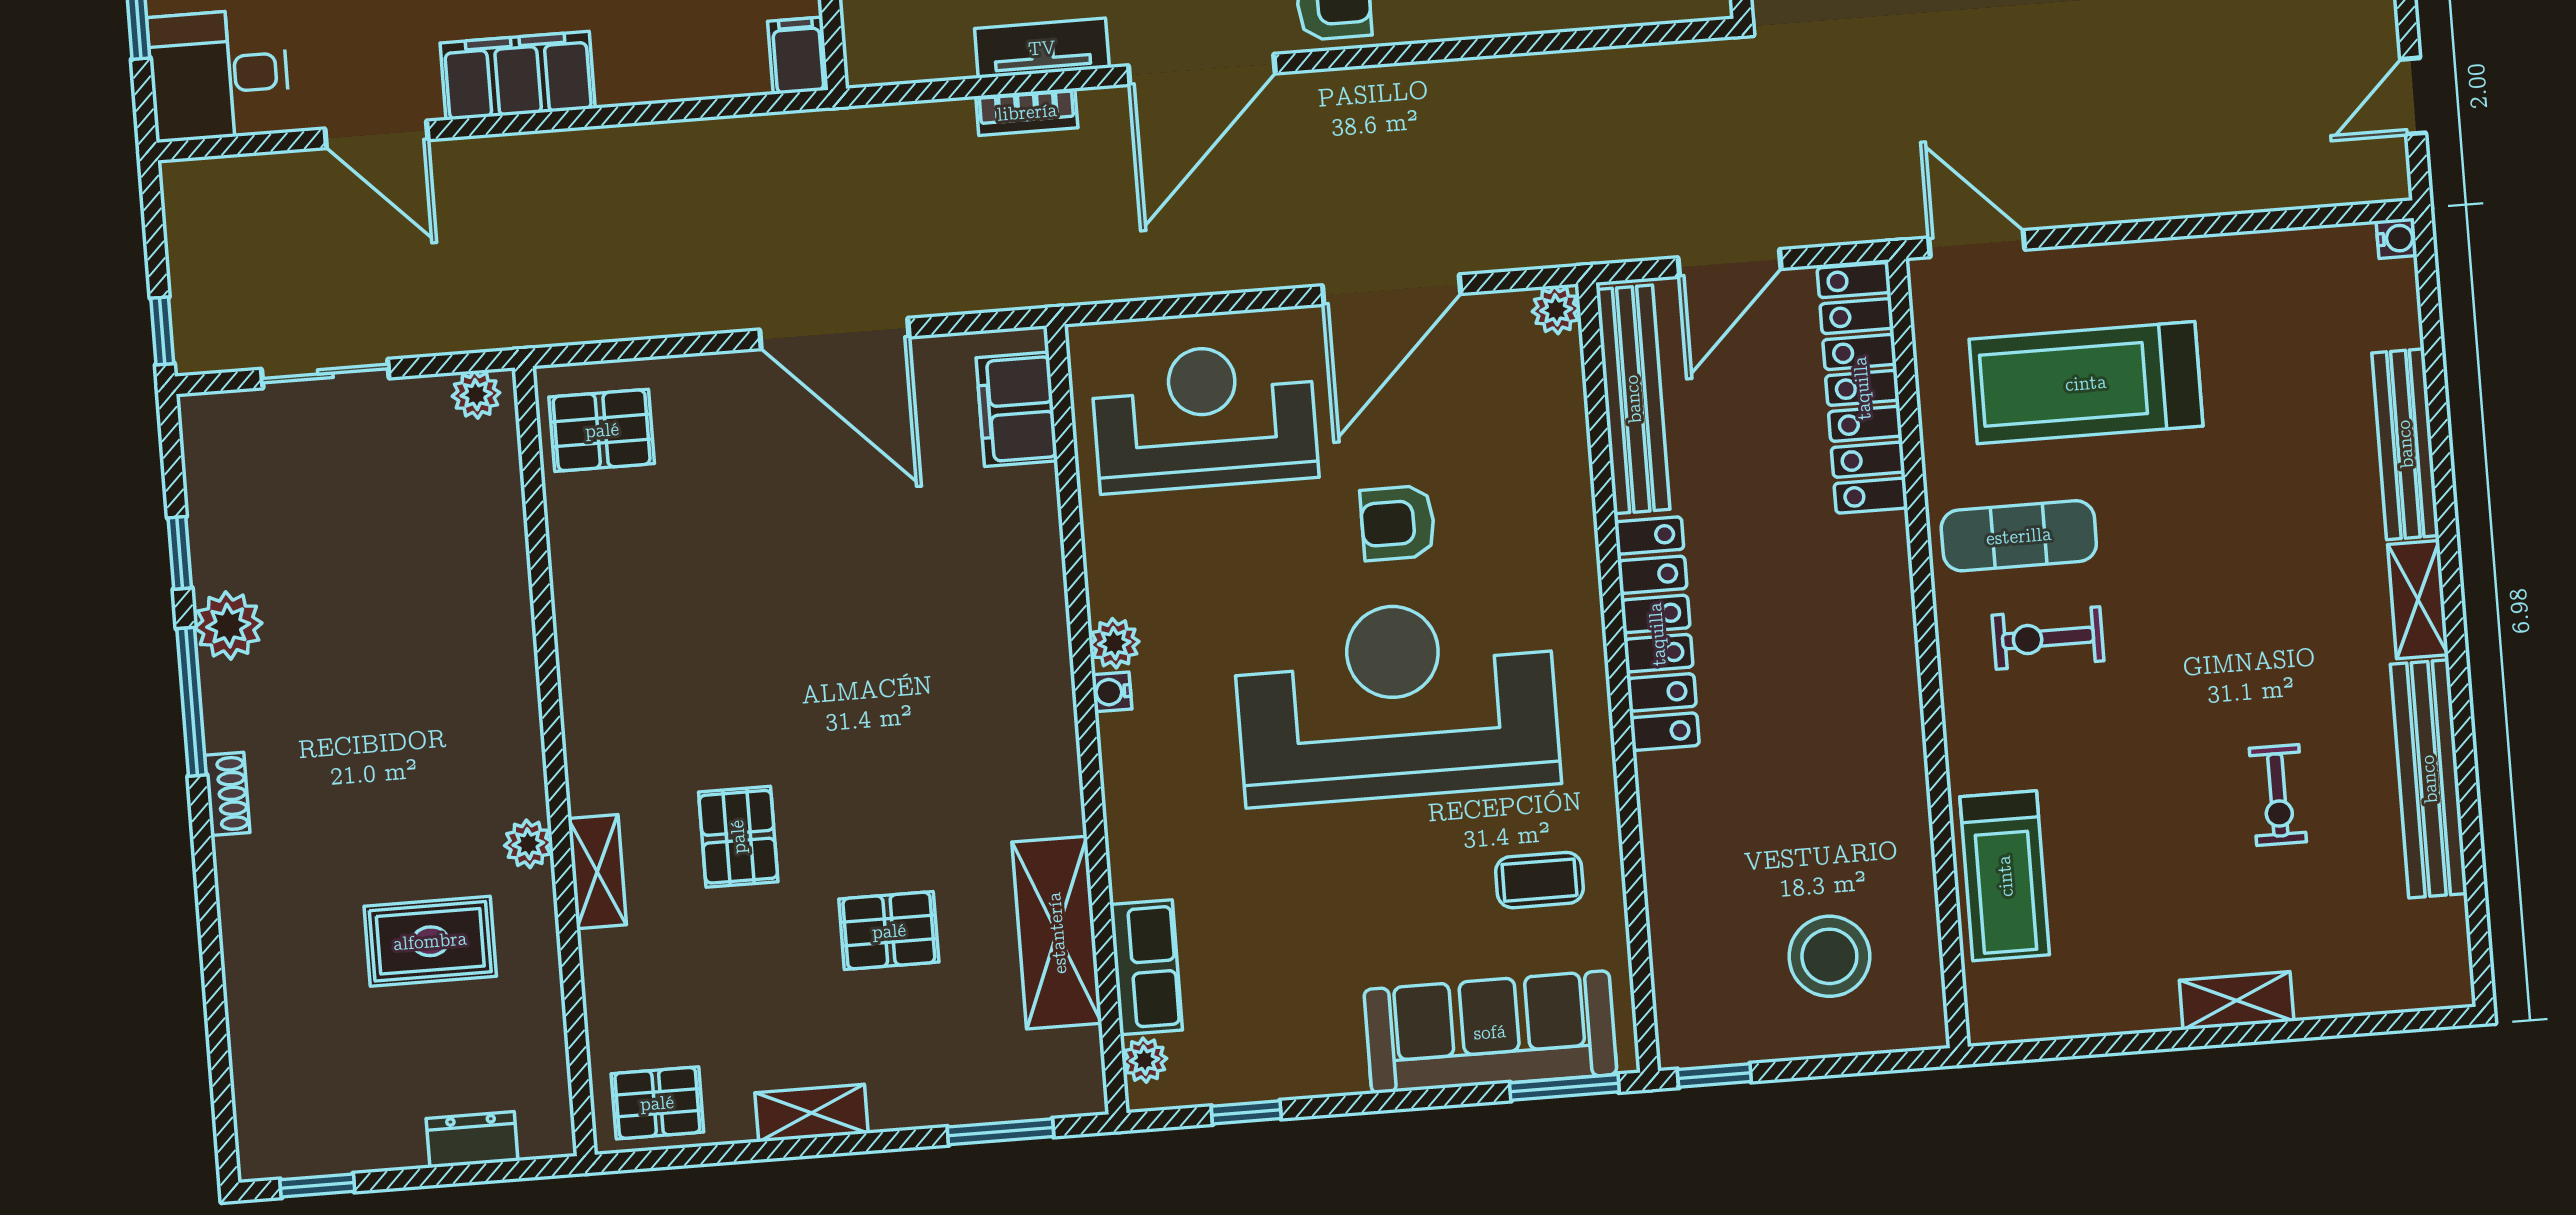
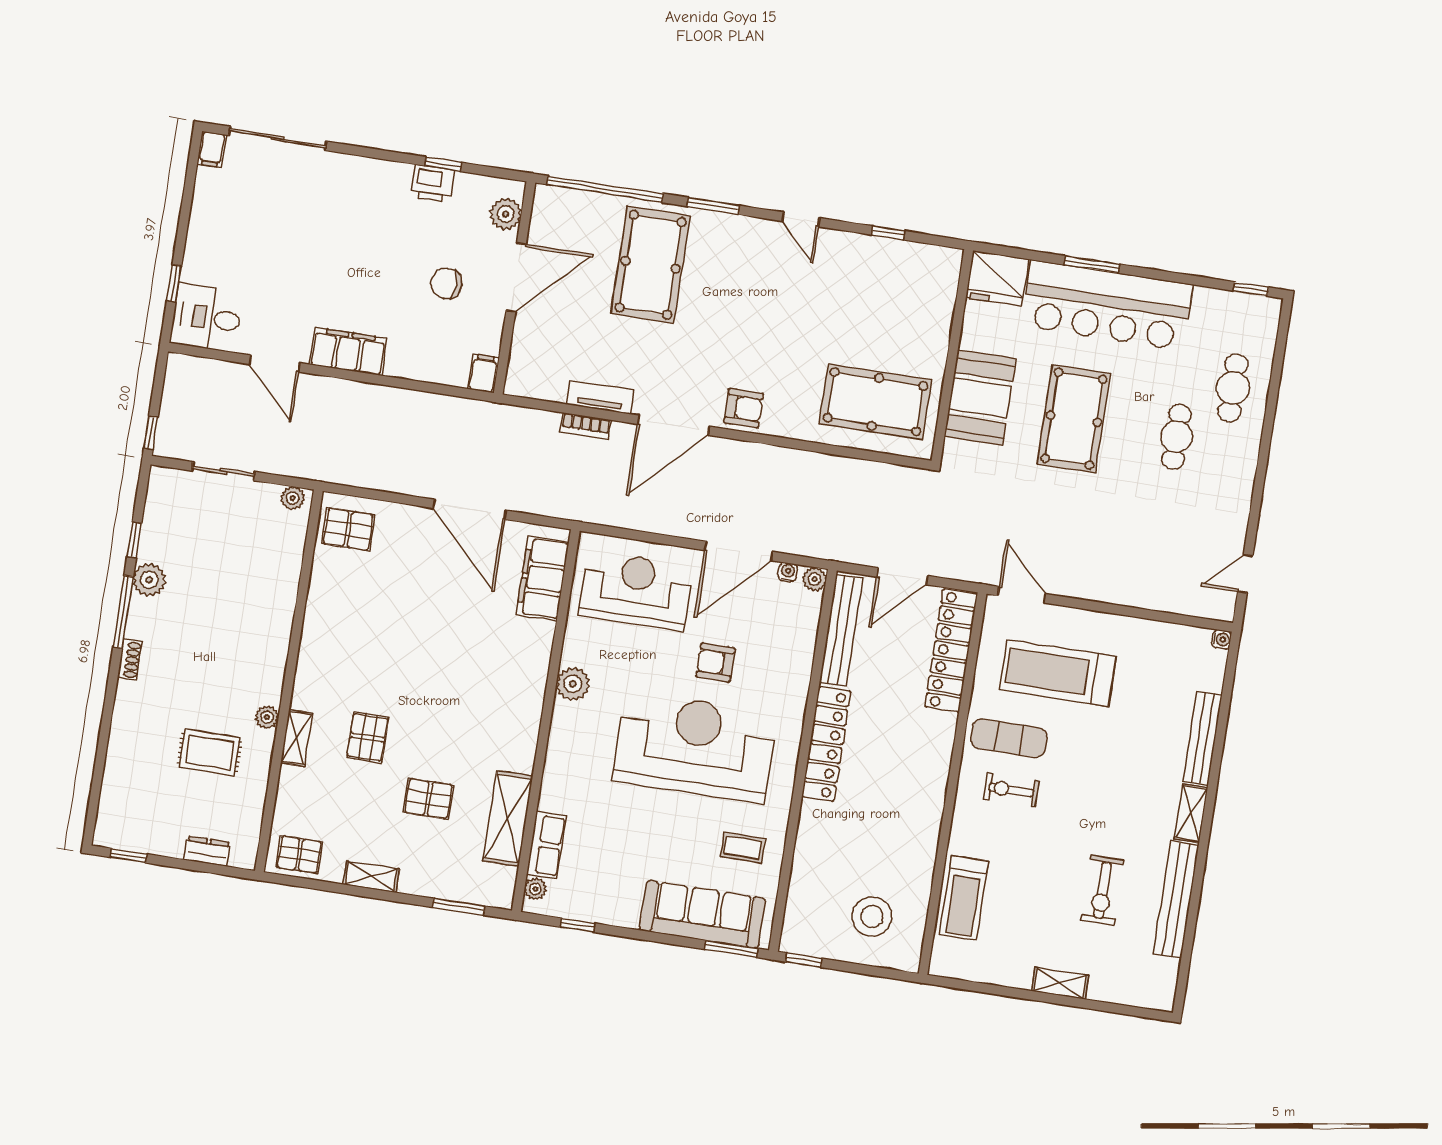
filing cabinet: (1017, 409) -> (543, 578), width x1.50, depth x1.17
plant: (1114, 643) -> (573, 684), width x1.38, depth x1.38
water cooler: (1112, 692) -> (788, 572), moved, turned 90
exercise bike: (2278, 795) -> (1103, 890), width x1.38, depth x1.39

